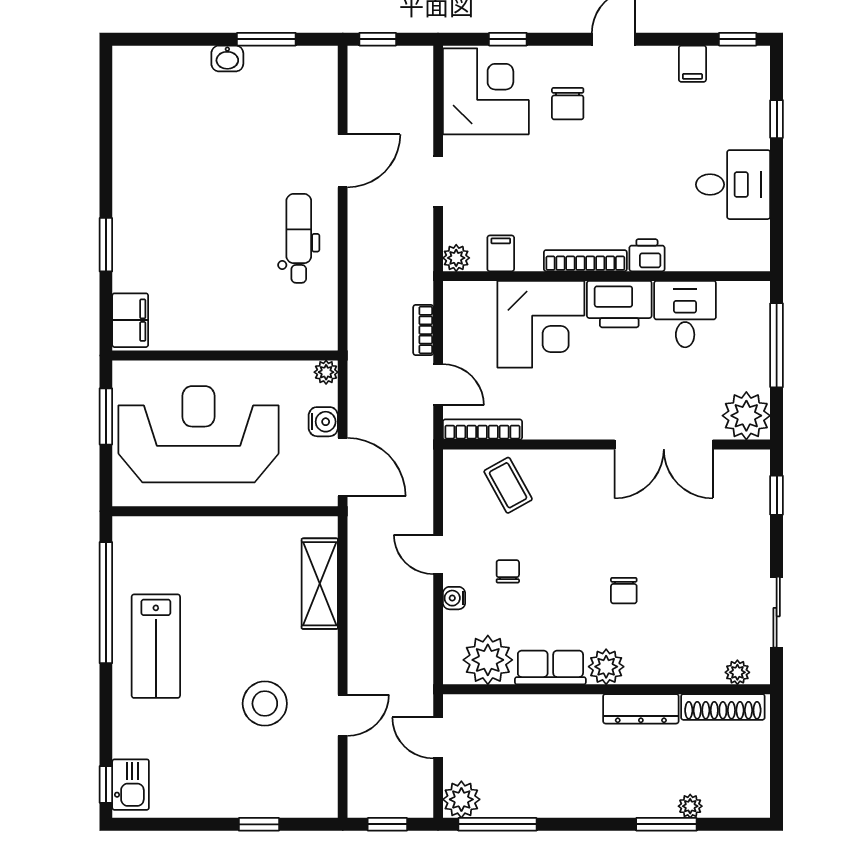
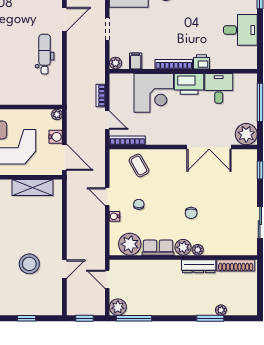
shelving: (320, 584) -> (32, 187), moved, turned 90
plant: (737, 672) -> (198, 250), moved

